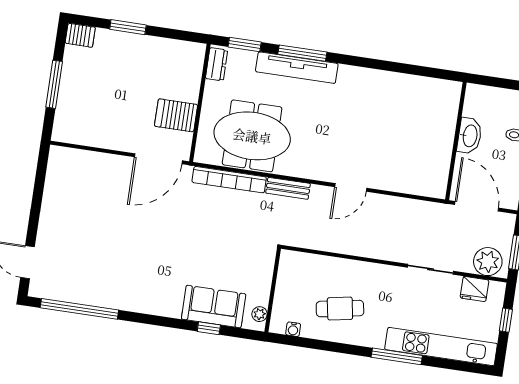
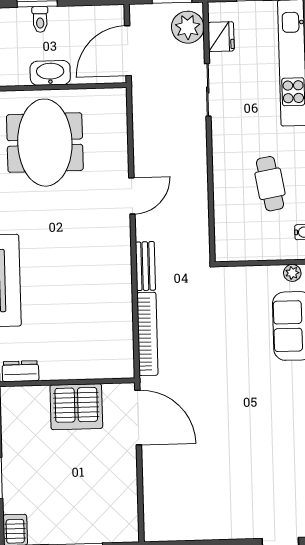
server rack: (176, 115) -> (76, 407), width x1.60
meeting table: (252, 136) -> (45, 143), moved
door: (351, 187) -> (132, 196), hinge flipped

